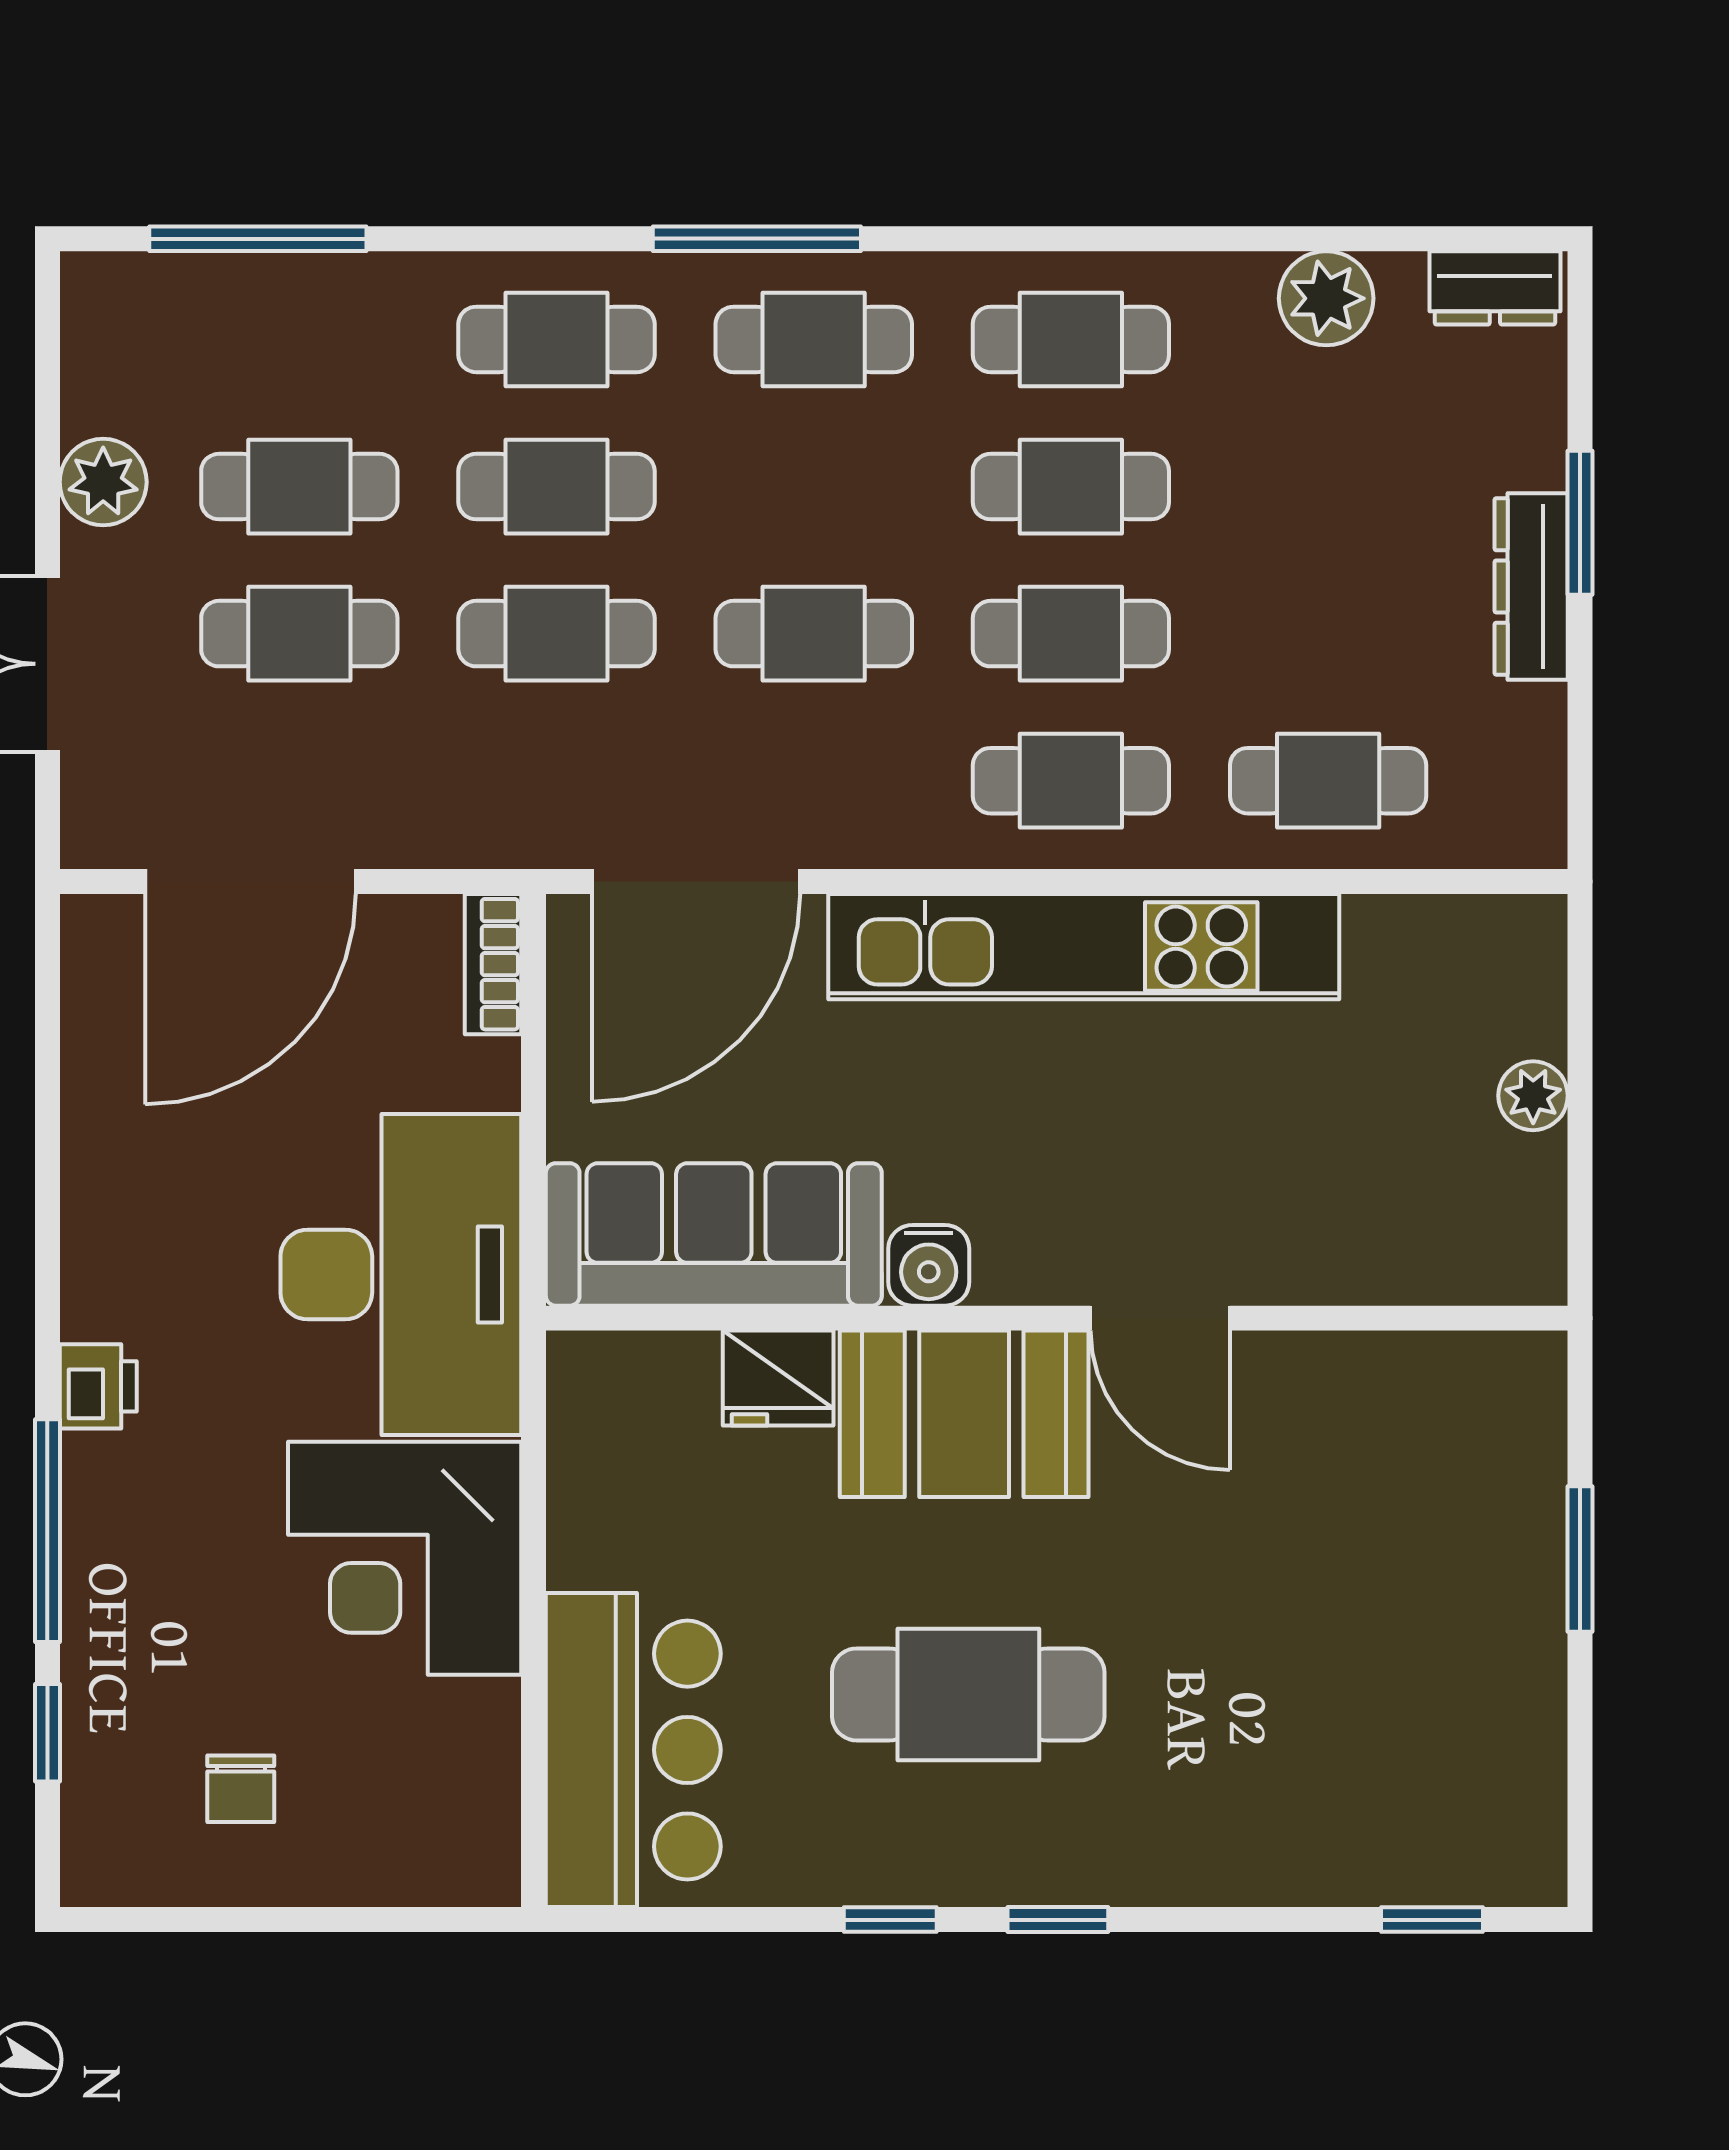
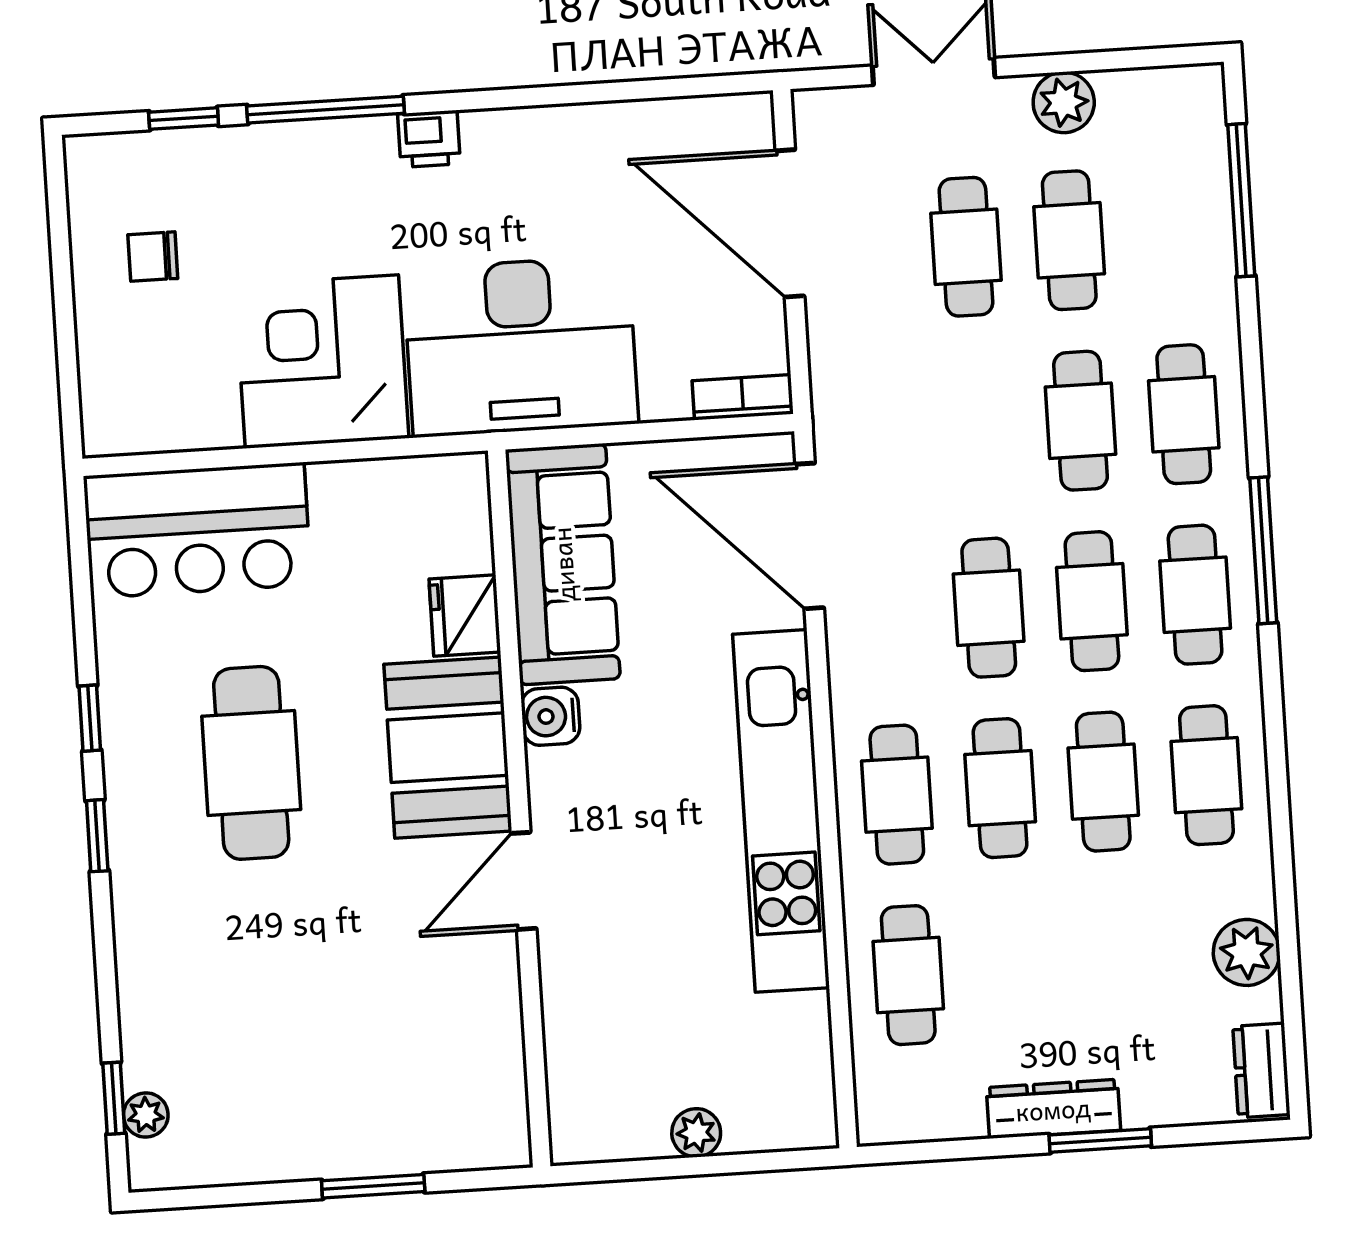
cafe table: (557, 634) -> (1092, 601), moved
plant: (1459, 1876) -> (146, 1115), added

